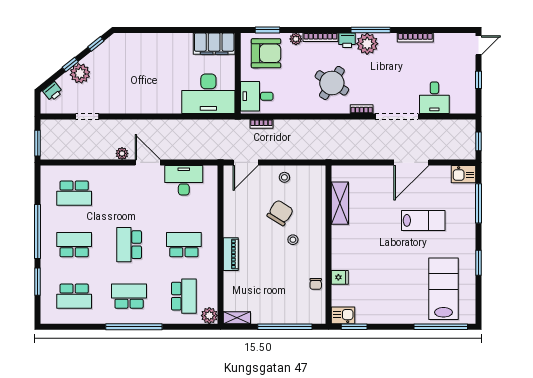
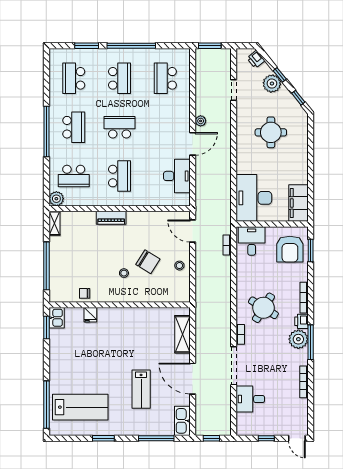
plant: (296, 39) -> (303, 276), removed
round table: (135, 75) -> (271, 132), added
kitchen sink: (463, 174) -> (182, 421), width x1.38
shelving: (340, 203) -> (182, 334), moved, turned 90

